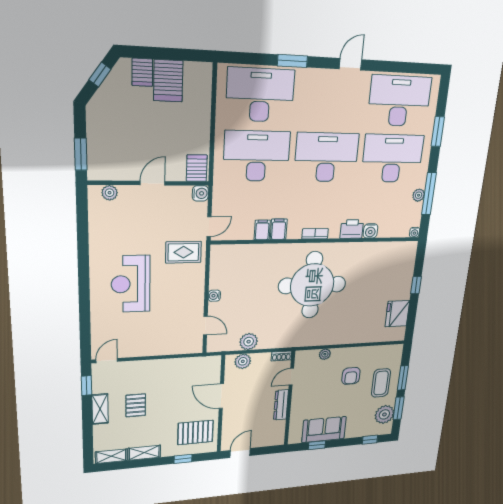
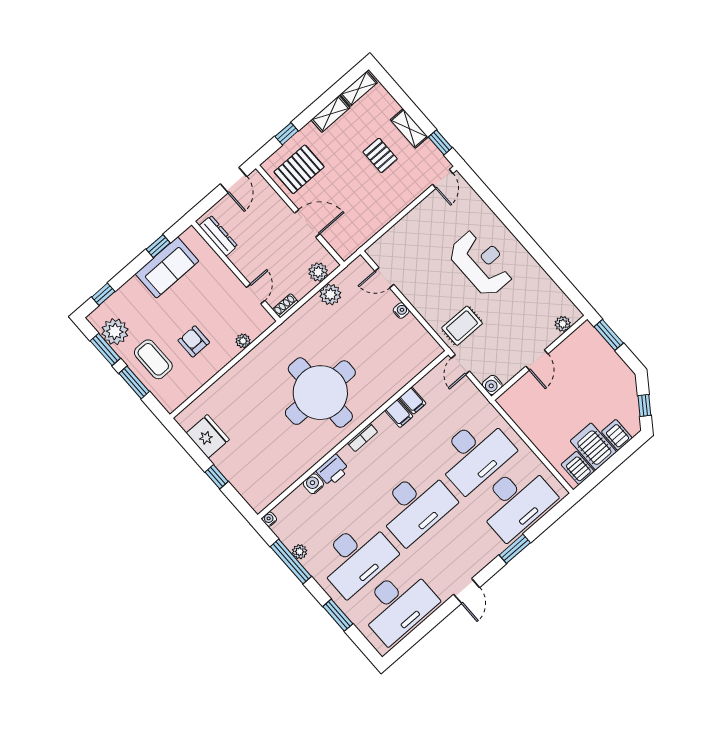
server rack: (197, 168) -> (578, 468), moved, turned 180
dresser: (281, 405) -> (218, 236), moved

